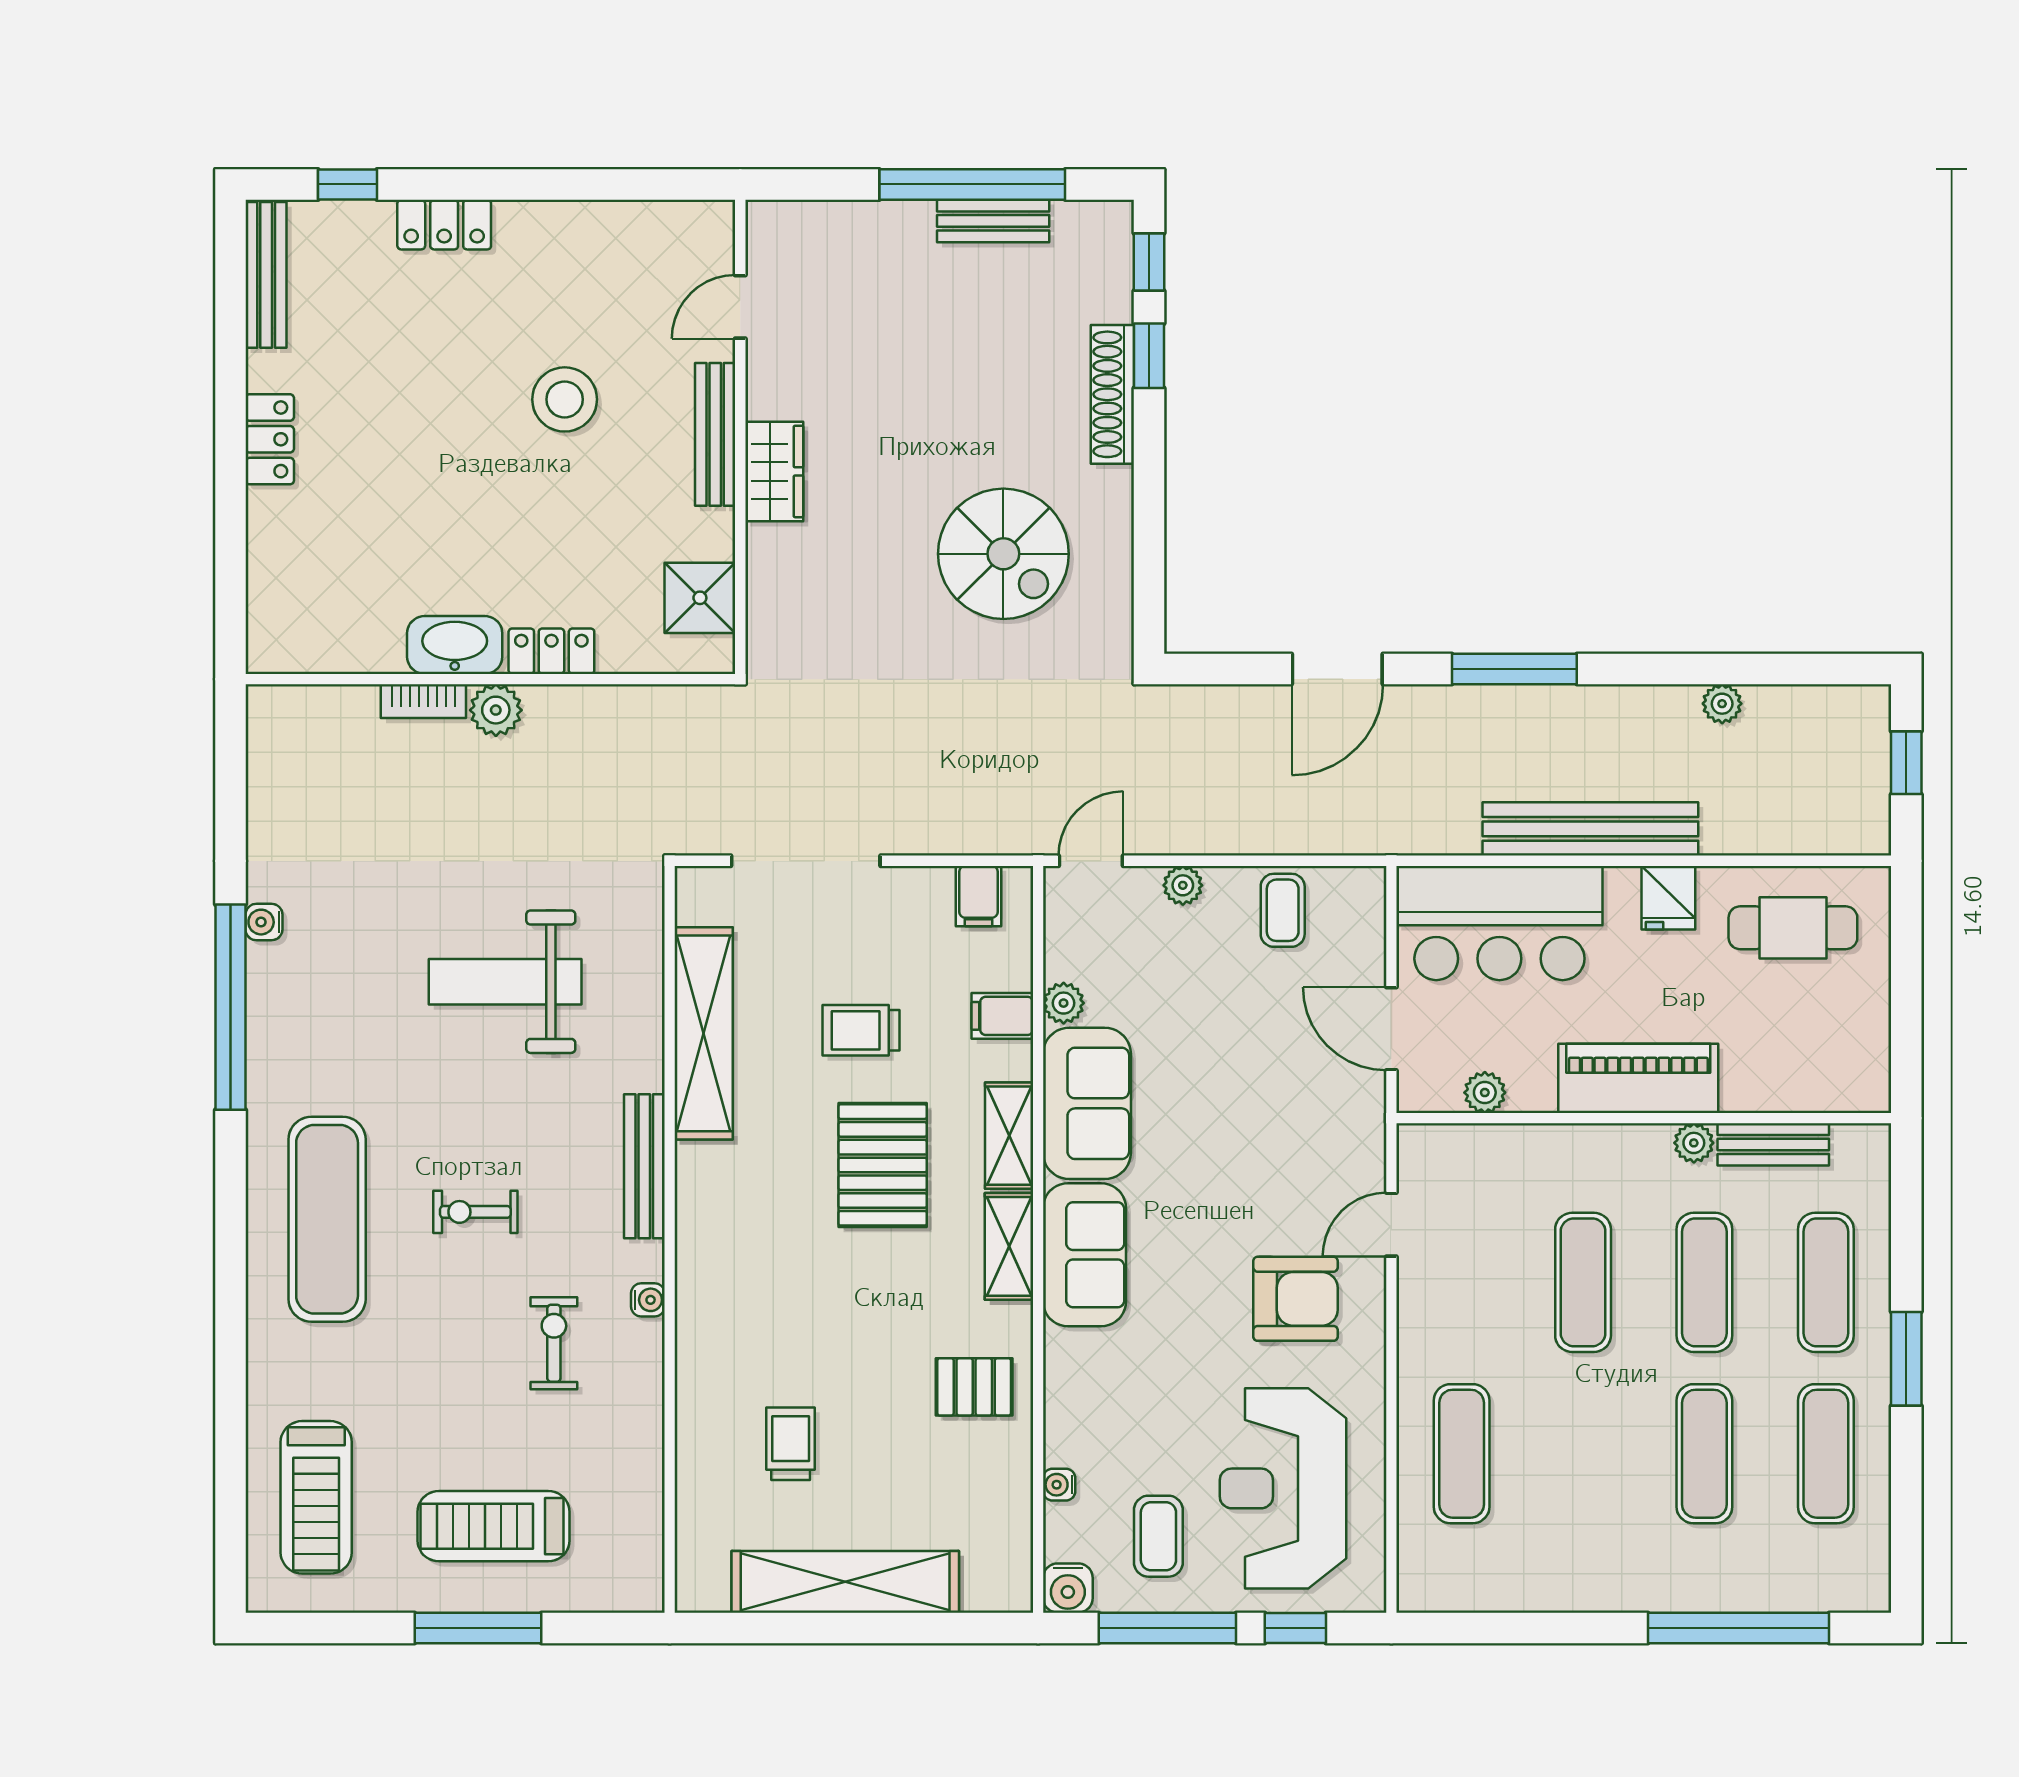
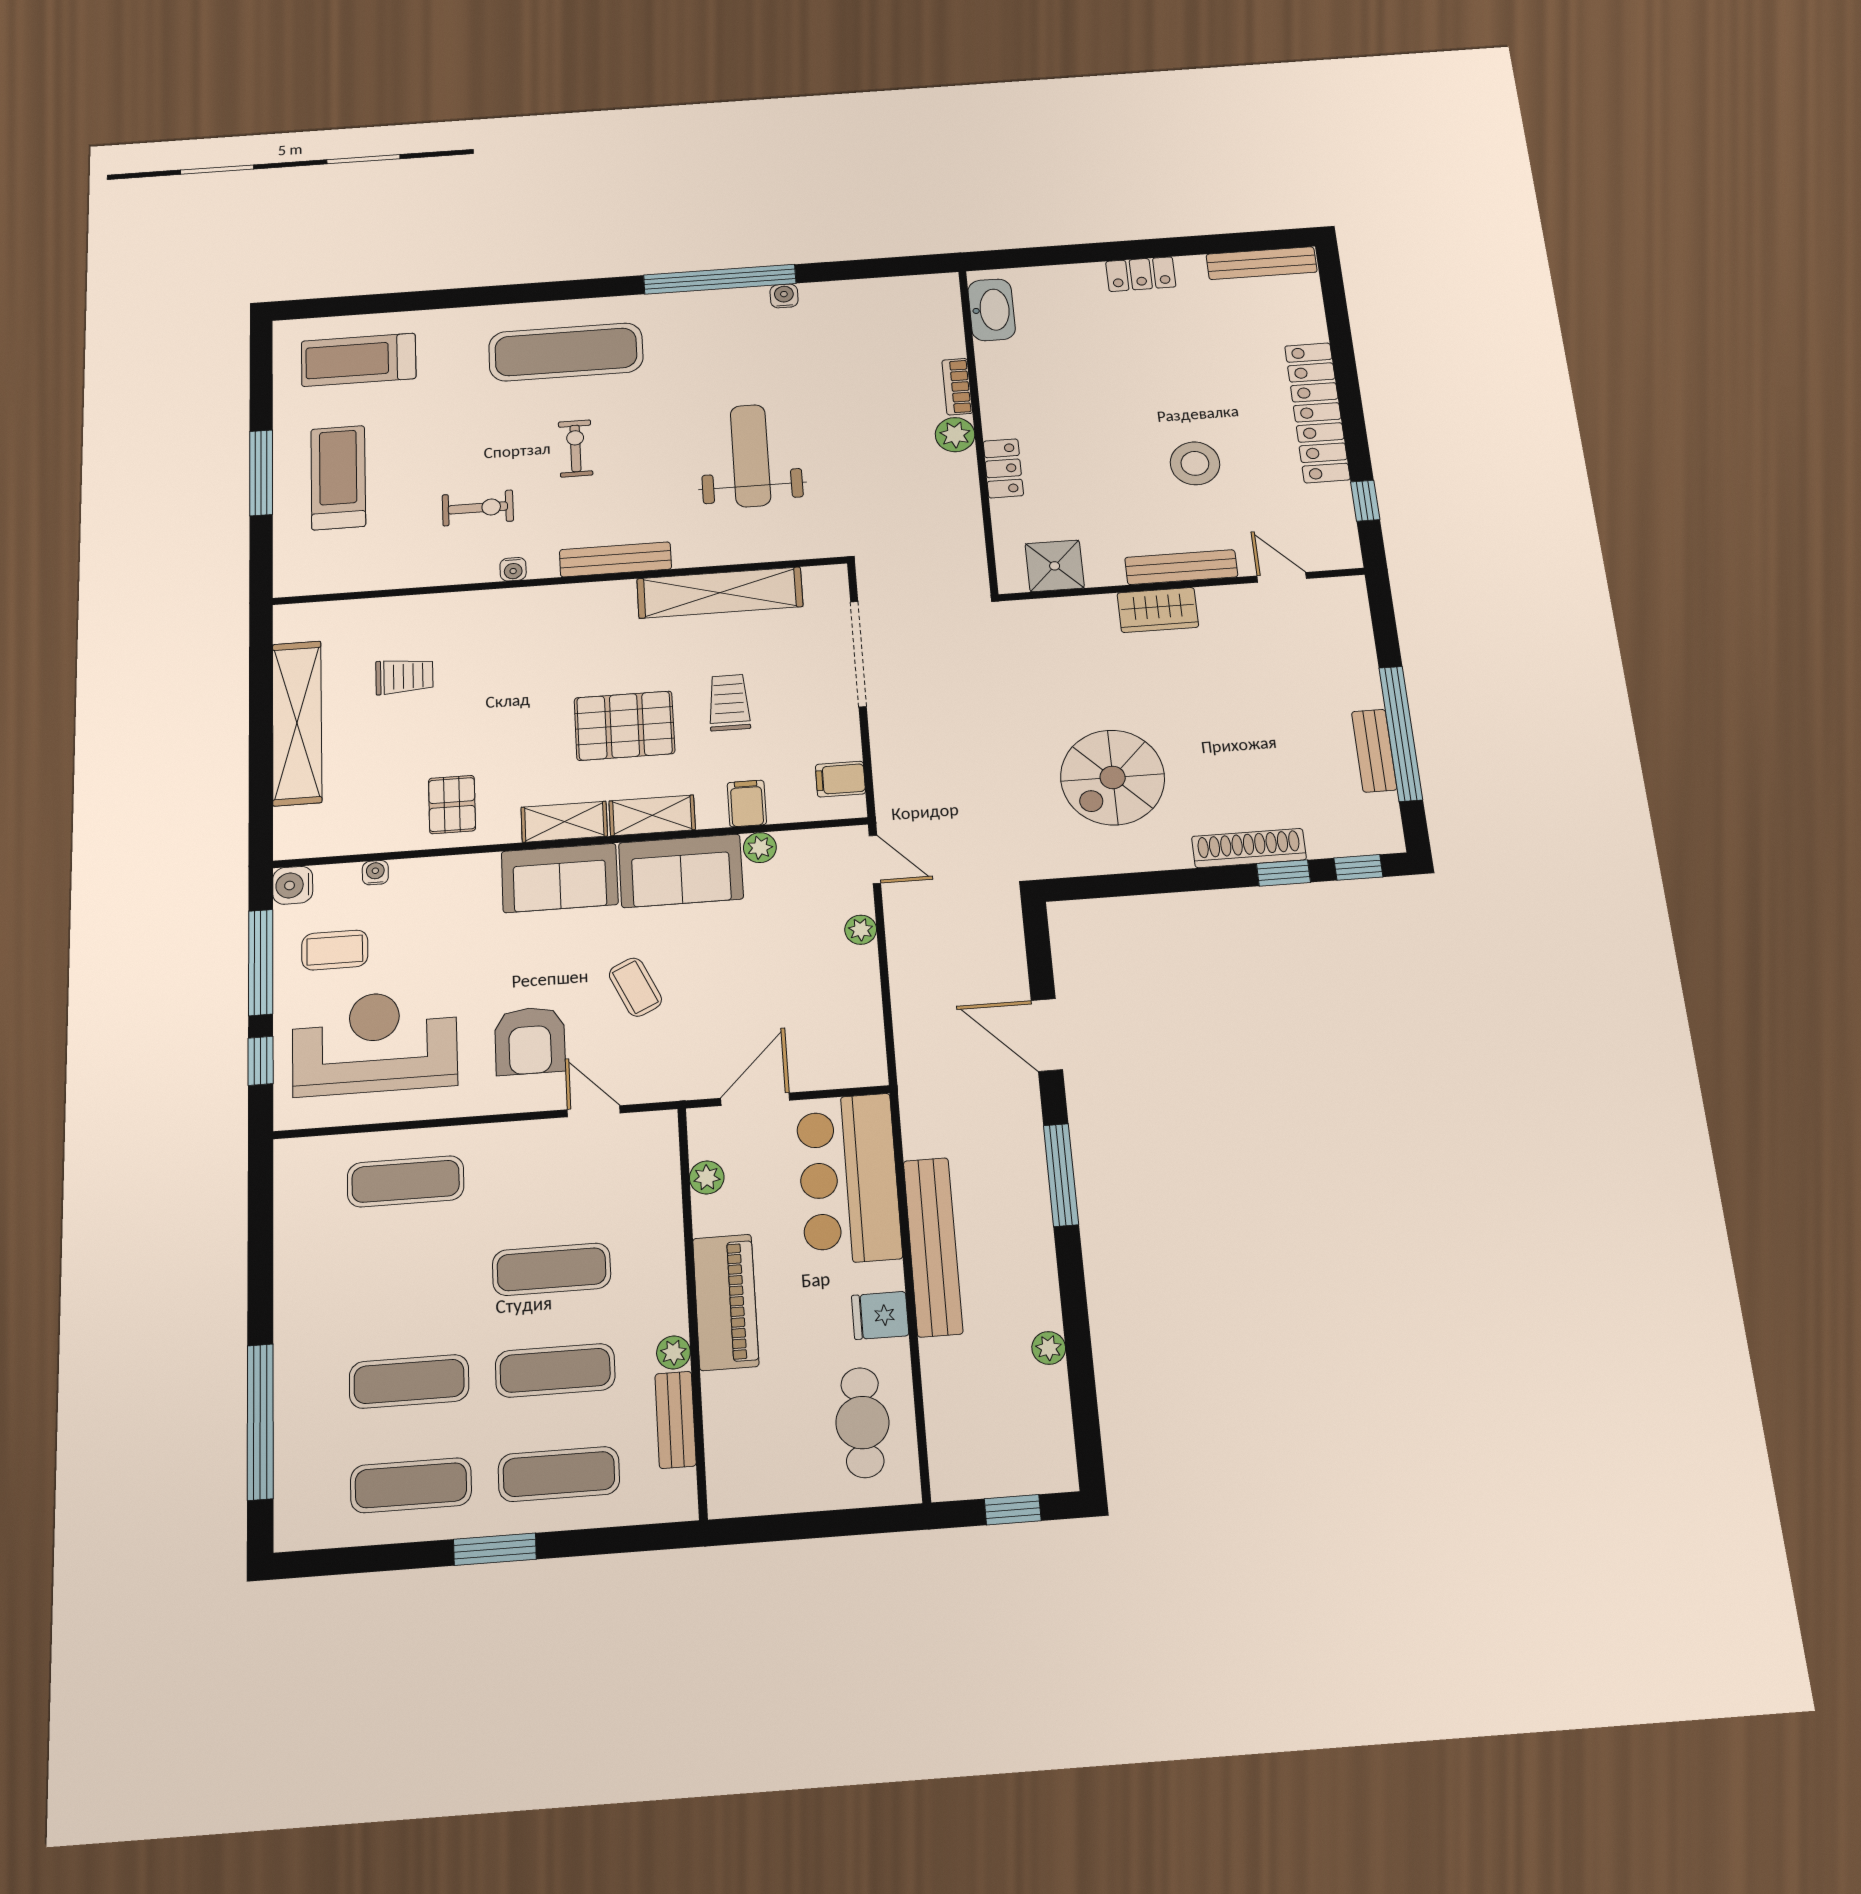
window: (348, 184) -> (1365, 501), moved
locker: (444, 225) -> (1317, 412), width x2.16, depth x1.21
washbasin: (455, 645) -> (992, 310), moved
coffee table: (1283, 910) -> (635, 987), moved, turned 65

